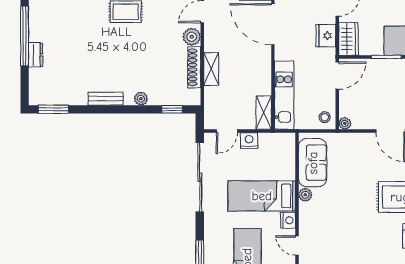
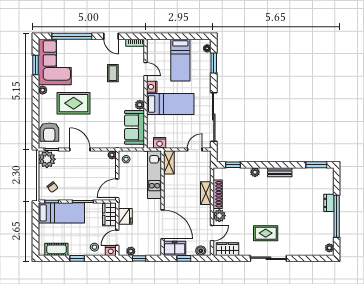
nightstand: (249, 140) -> (160, 143), moved
coffee table: (344, 240) -> (113, 73), added

